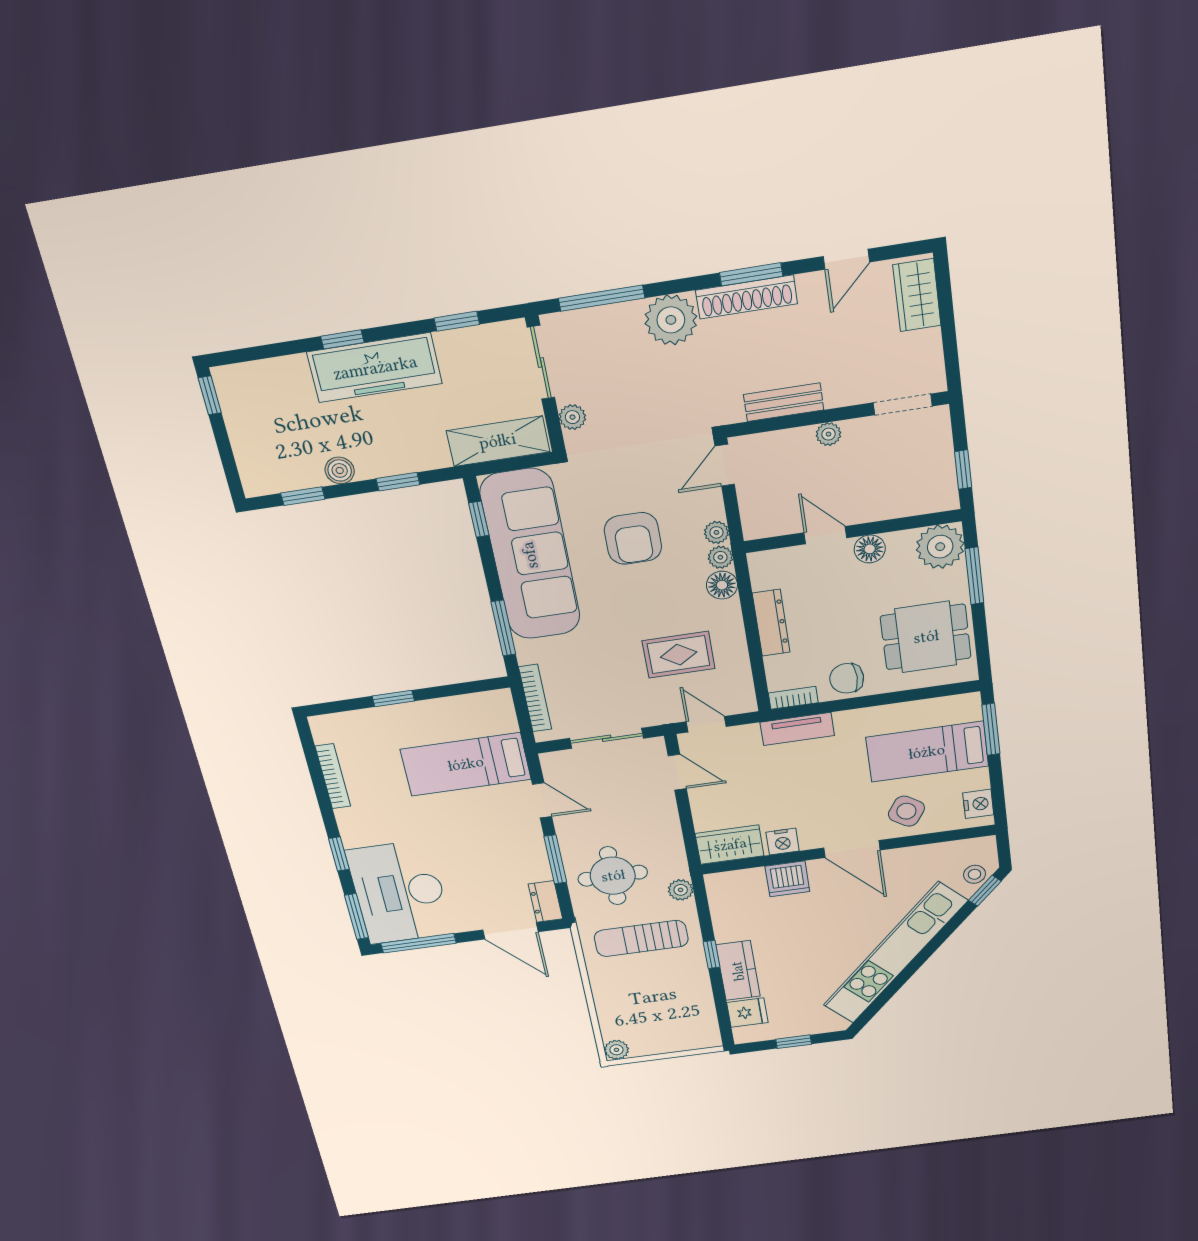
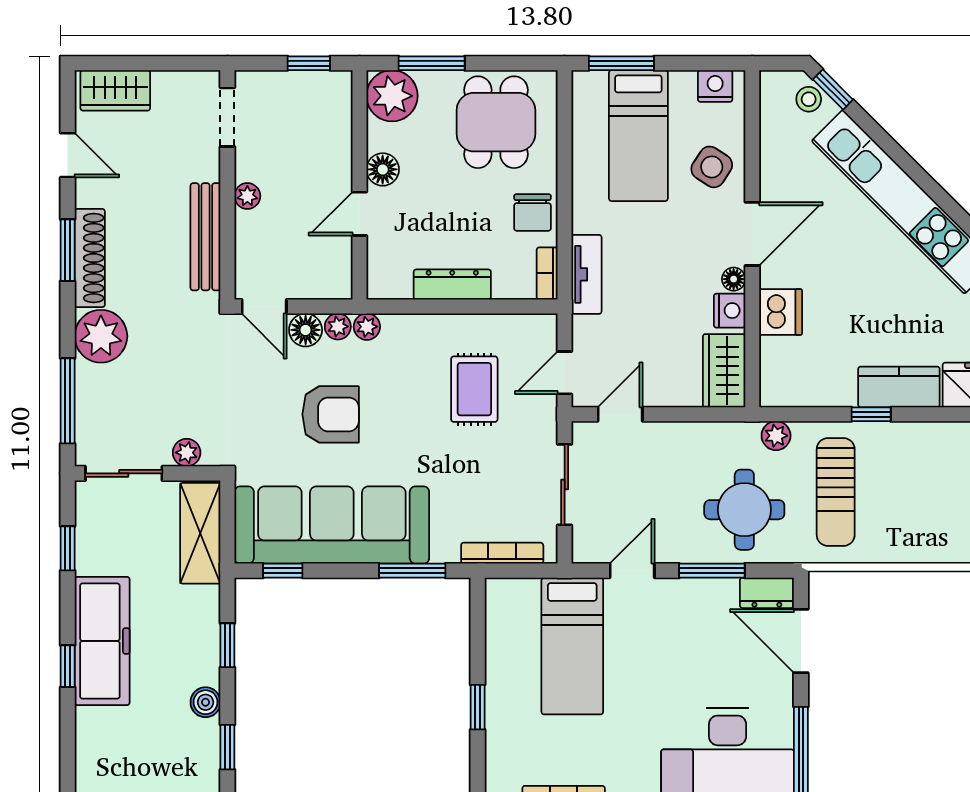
bench: (784, 402) -> (205, 237), width x1.36
floor lamp: (722, 585) -> (306, 330), moved
floor lamp: (810, 841) -> (734, 279), added
door: (510, 931) -> (801, 641), swing flipped

